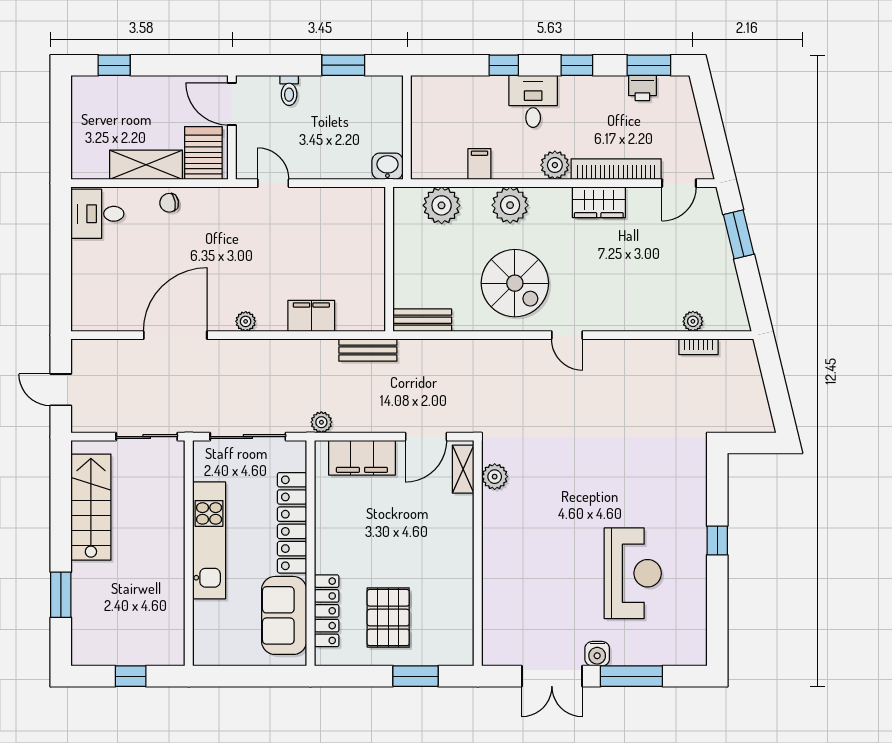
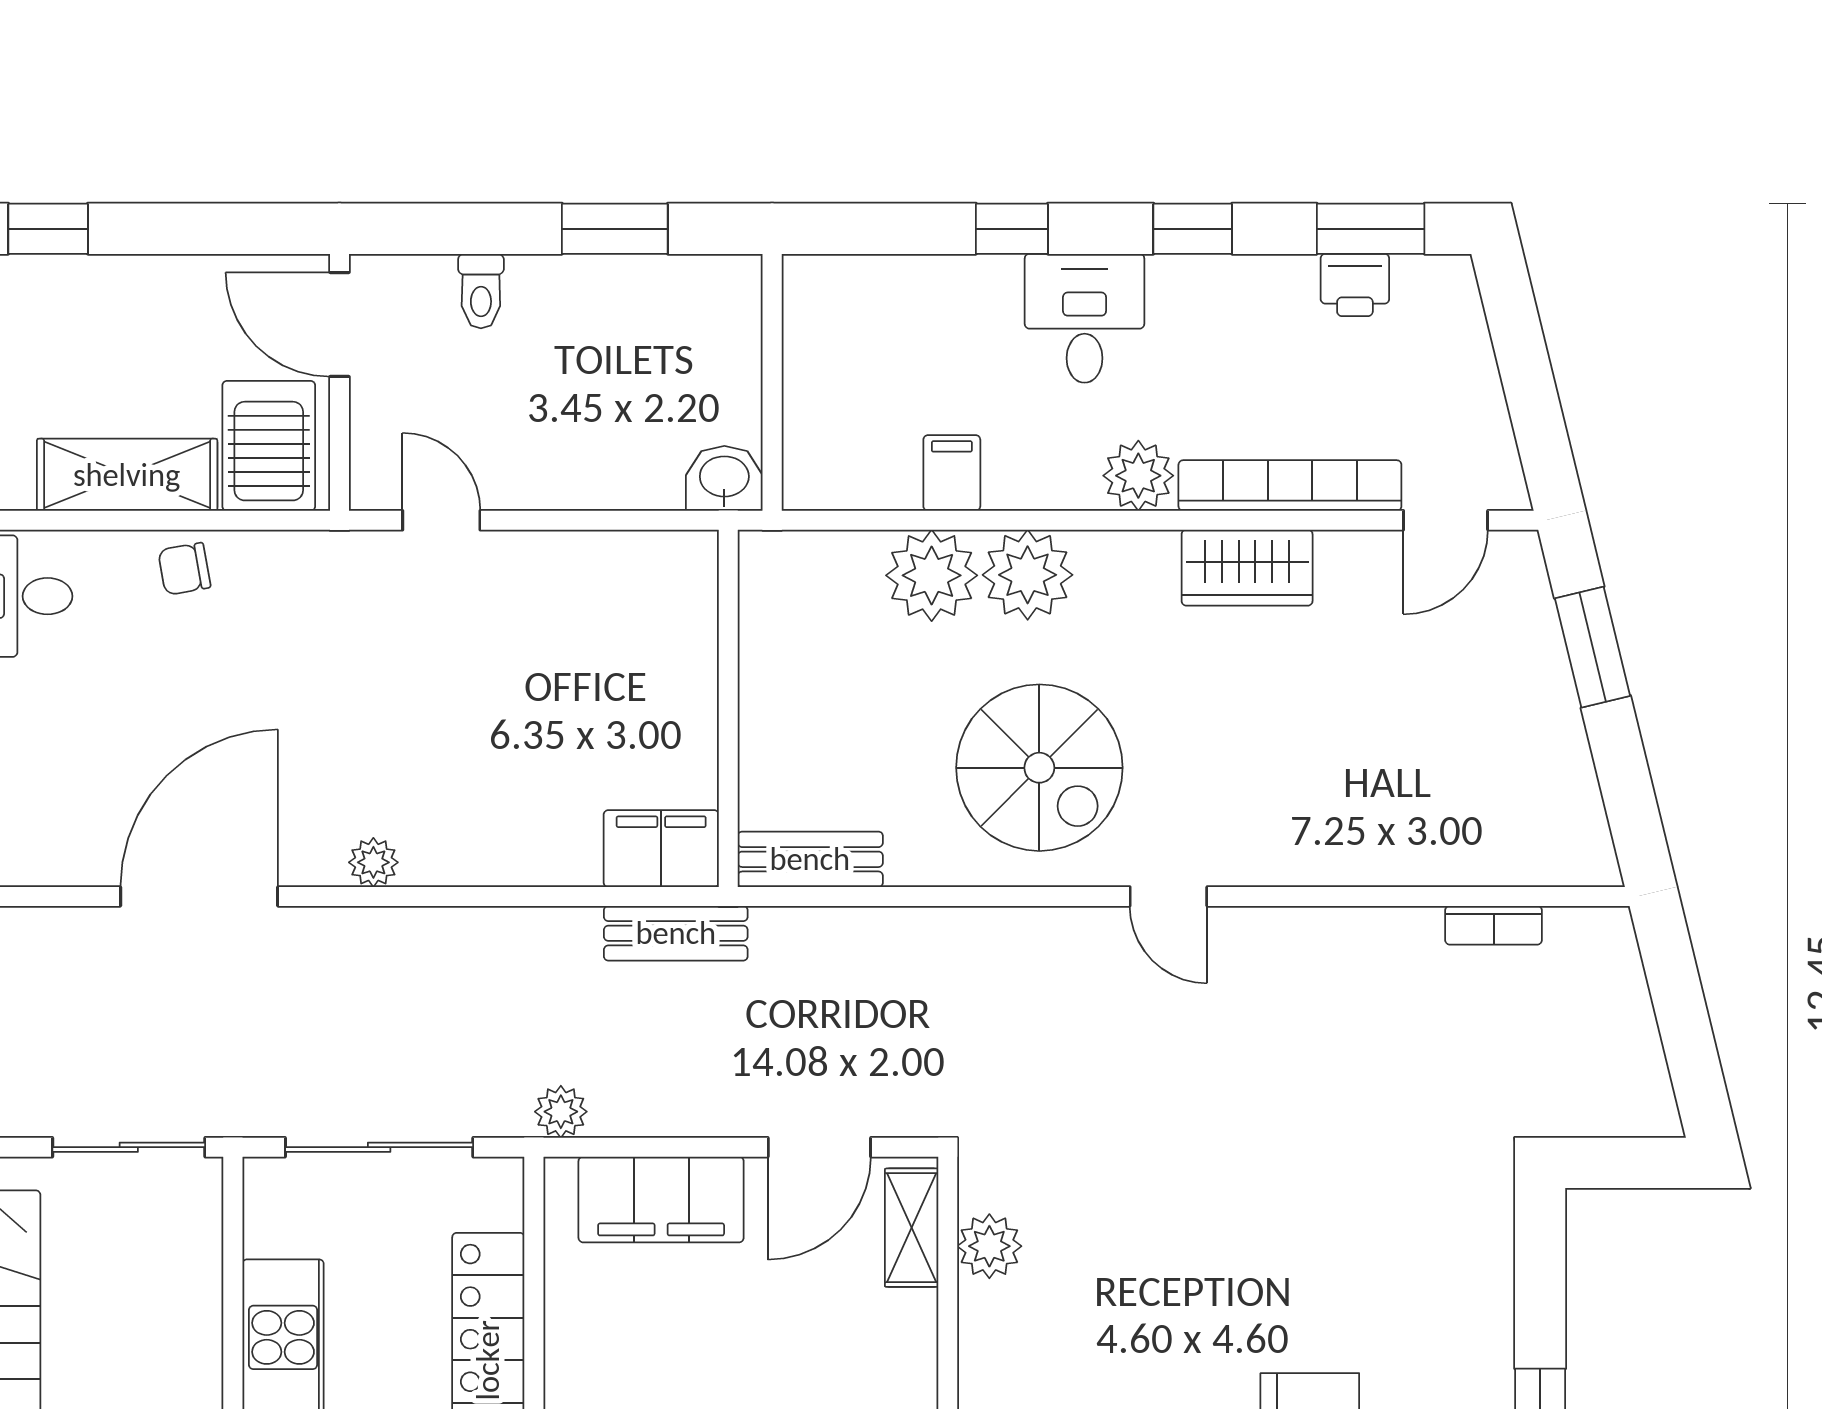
plant: (442, 205) -> (932, 575), moved
filing cabinet: (311, 316) -> (661, 849), moved
plant: (693, 321) -> (1480, 862), removed

